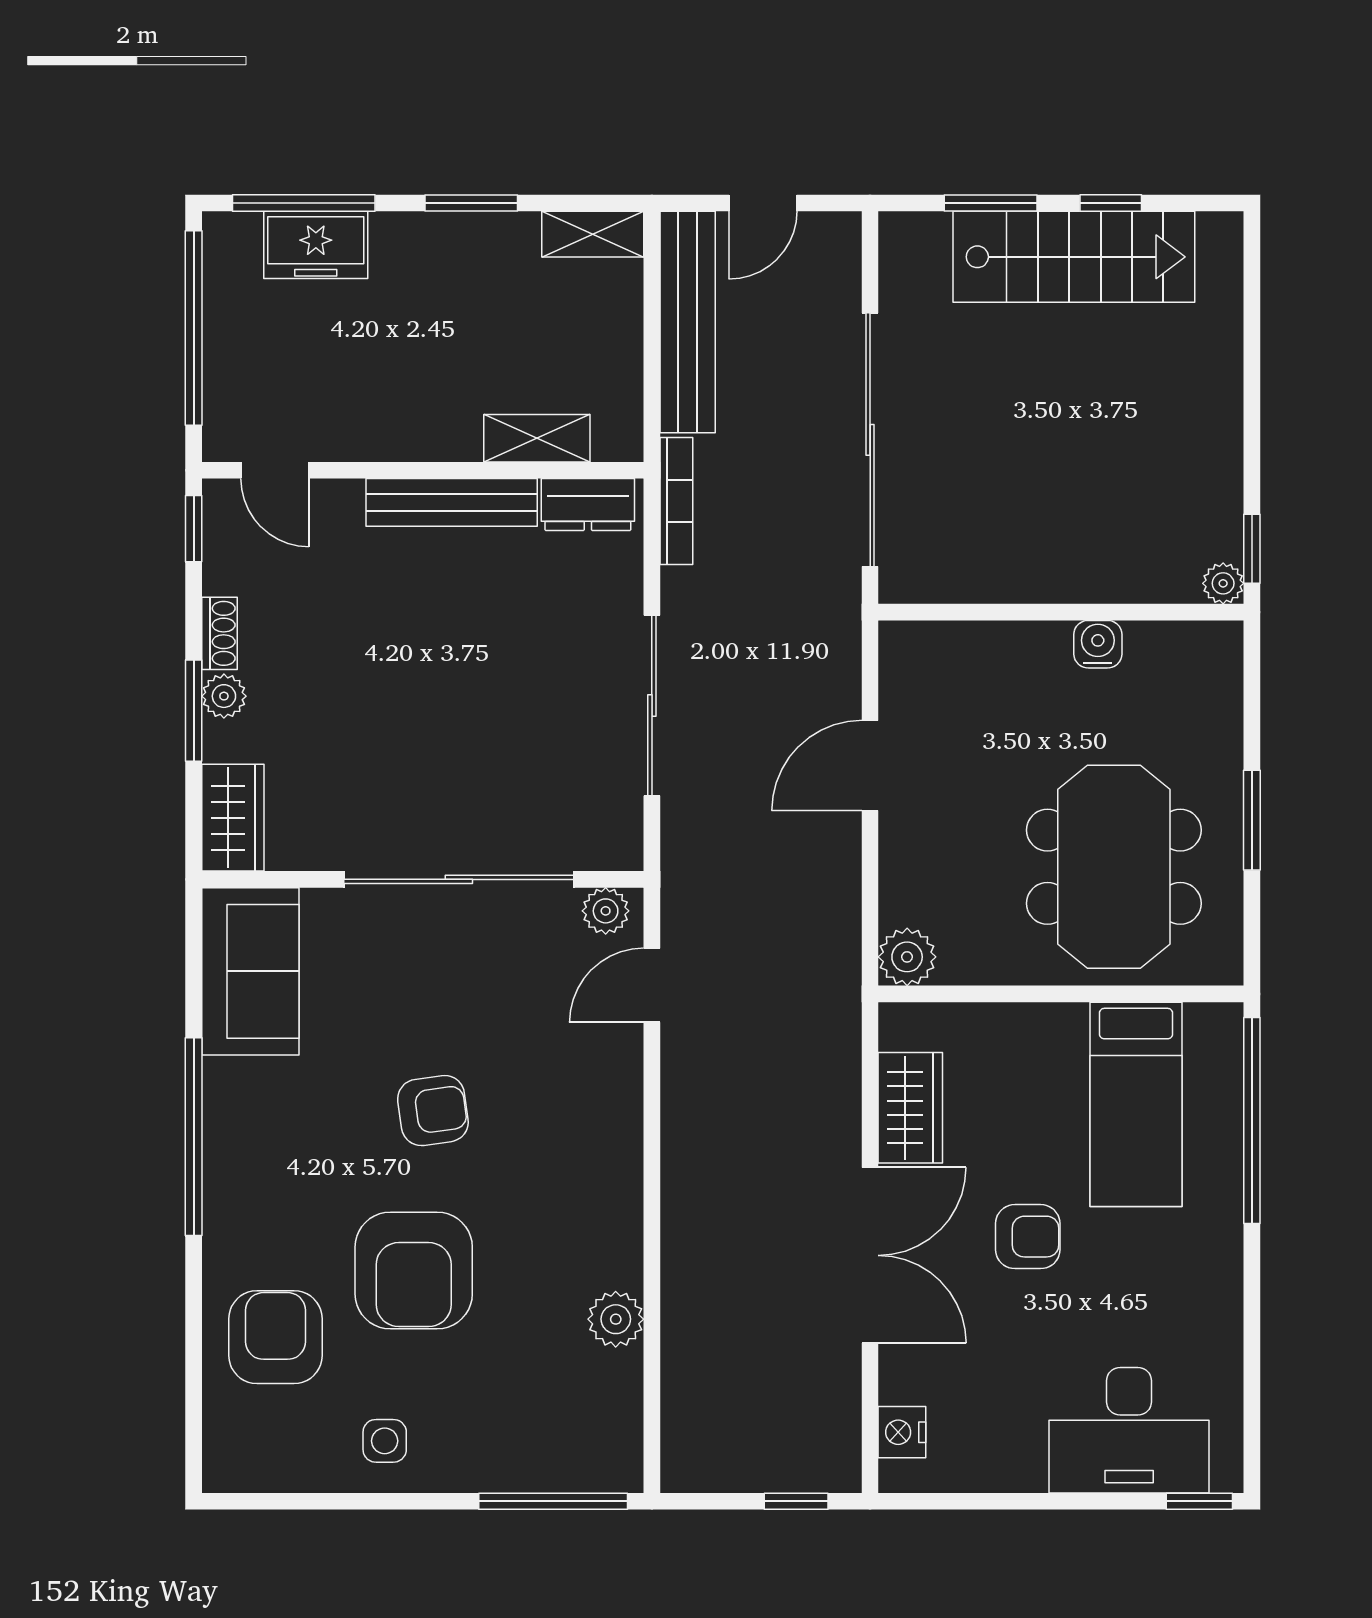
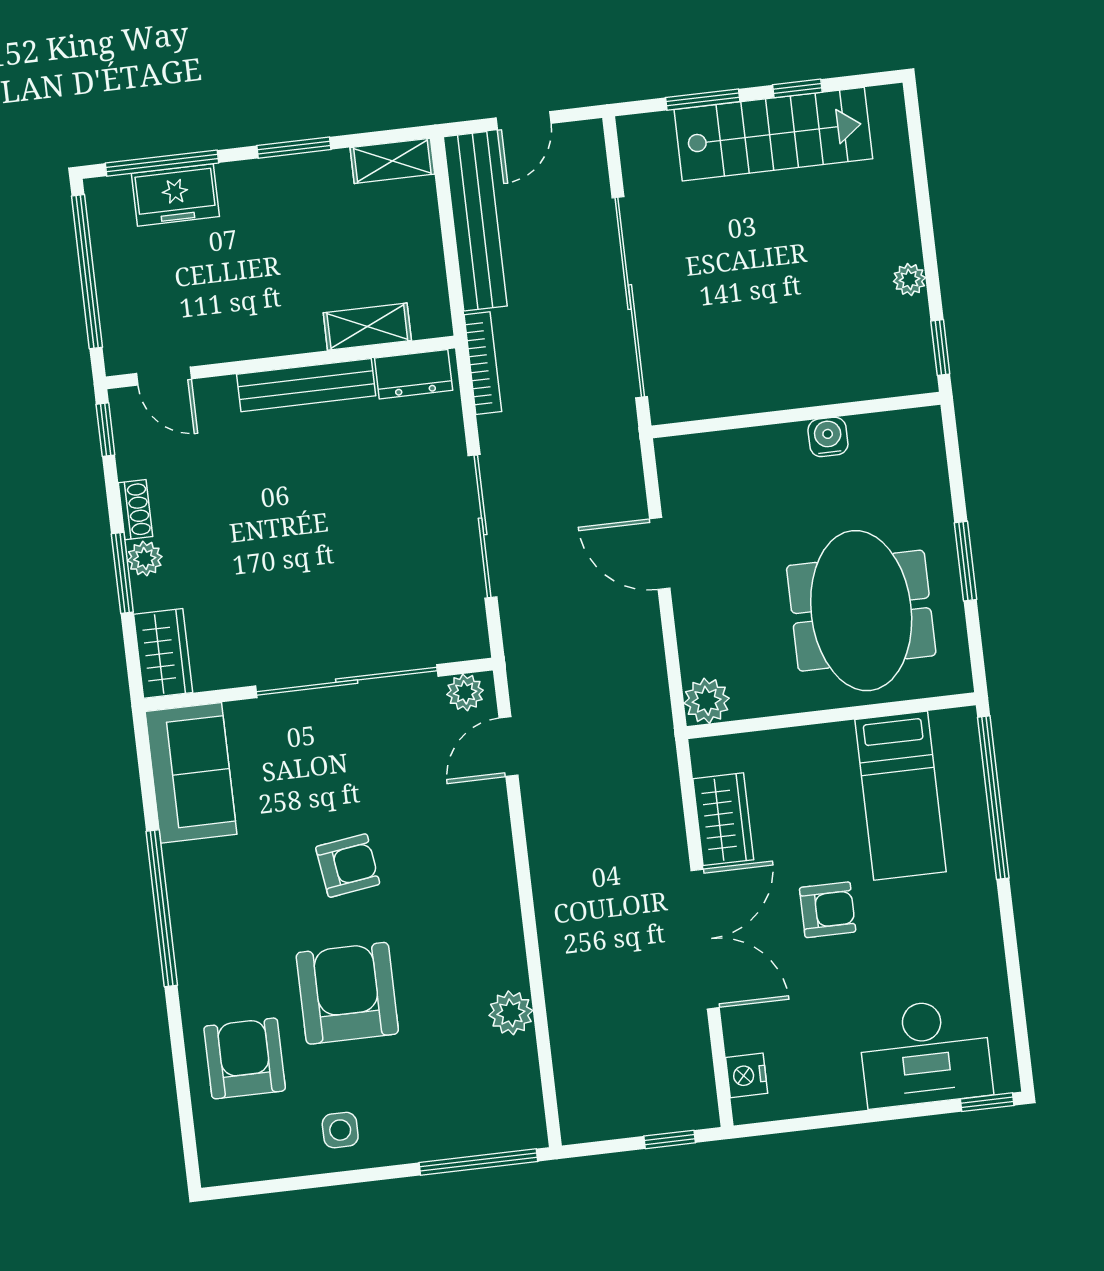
plant: (1223, 583) -> (909, 280), moved
door: (870, 766) -> (660, 554), hinge flipped
armchair: (414, 1270) -> (347, 993), turned 180

